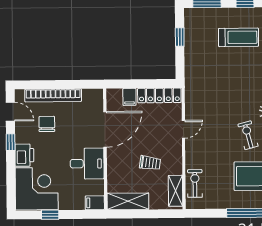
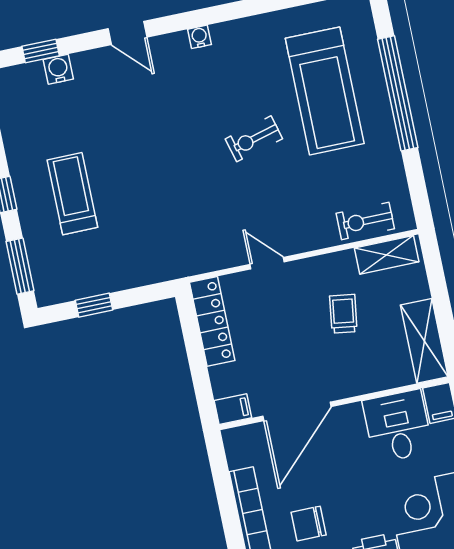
filing cabinet: (129, 97) -> (233, 409), moved
door: (105, 129) -> (297, 411), swing flipped
desk: (87, 164) -> (398, 426), moved

